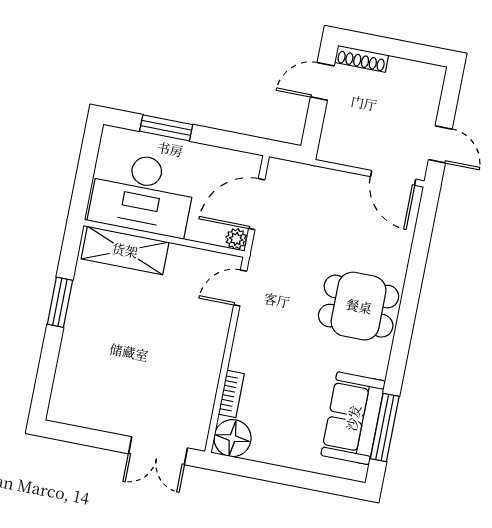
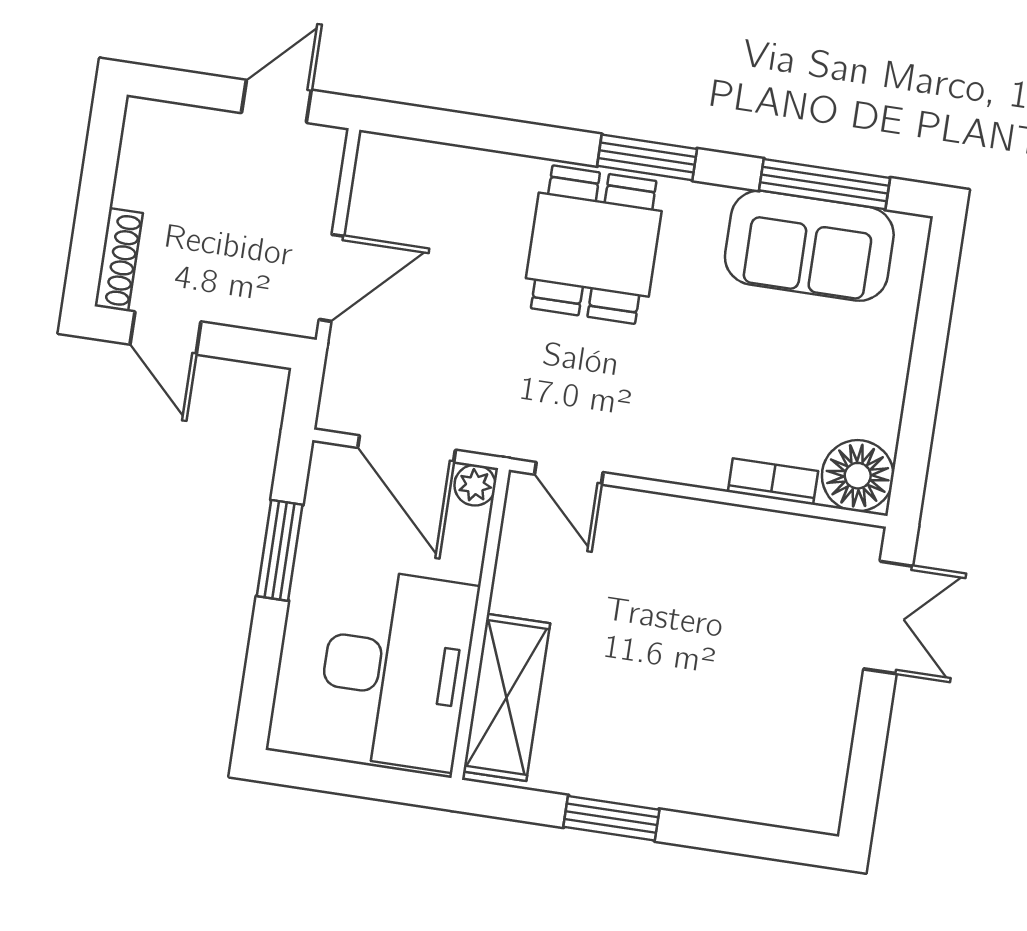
window: (166, 128) -> (280, 550), moved
door: (393, 178) -> (331, 278), moved
window: (403, 336) -> (647, 157), added

